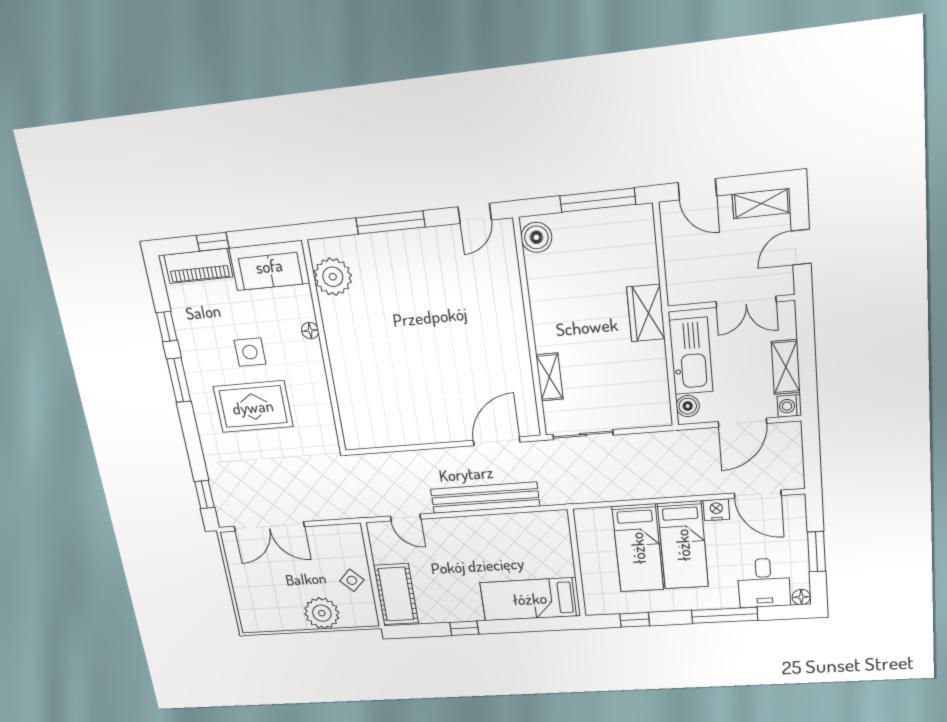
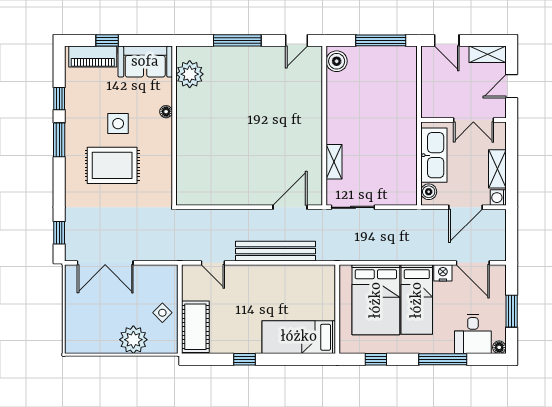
wardrobe: (646, 313) -> (406, 122), removed
bed: (638, 548) -> (376, 300), width x1.50

